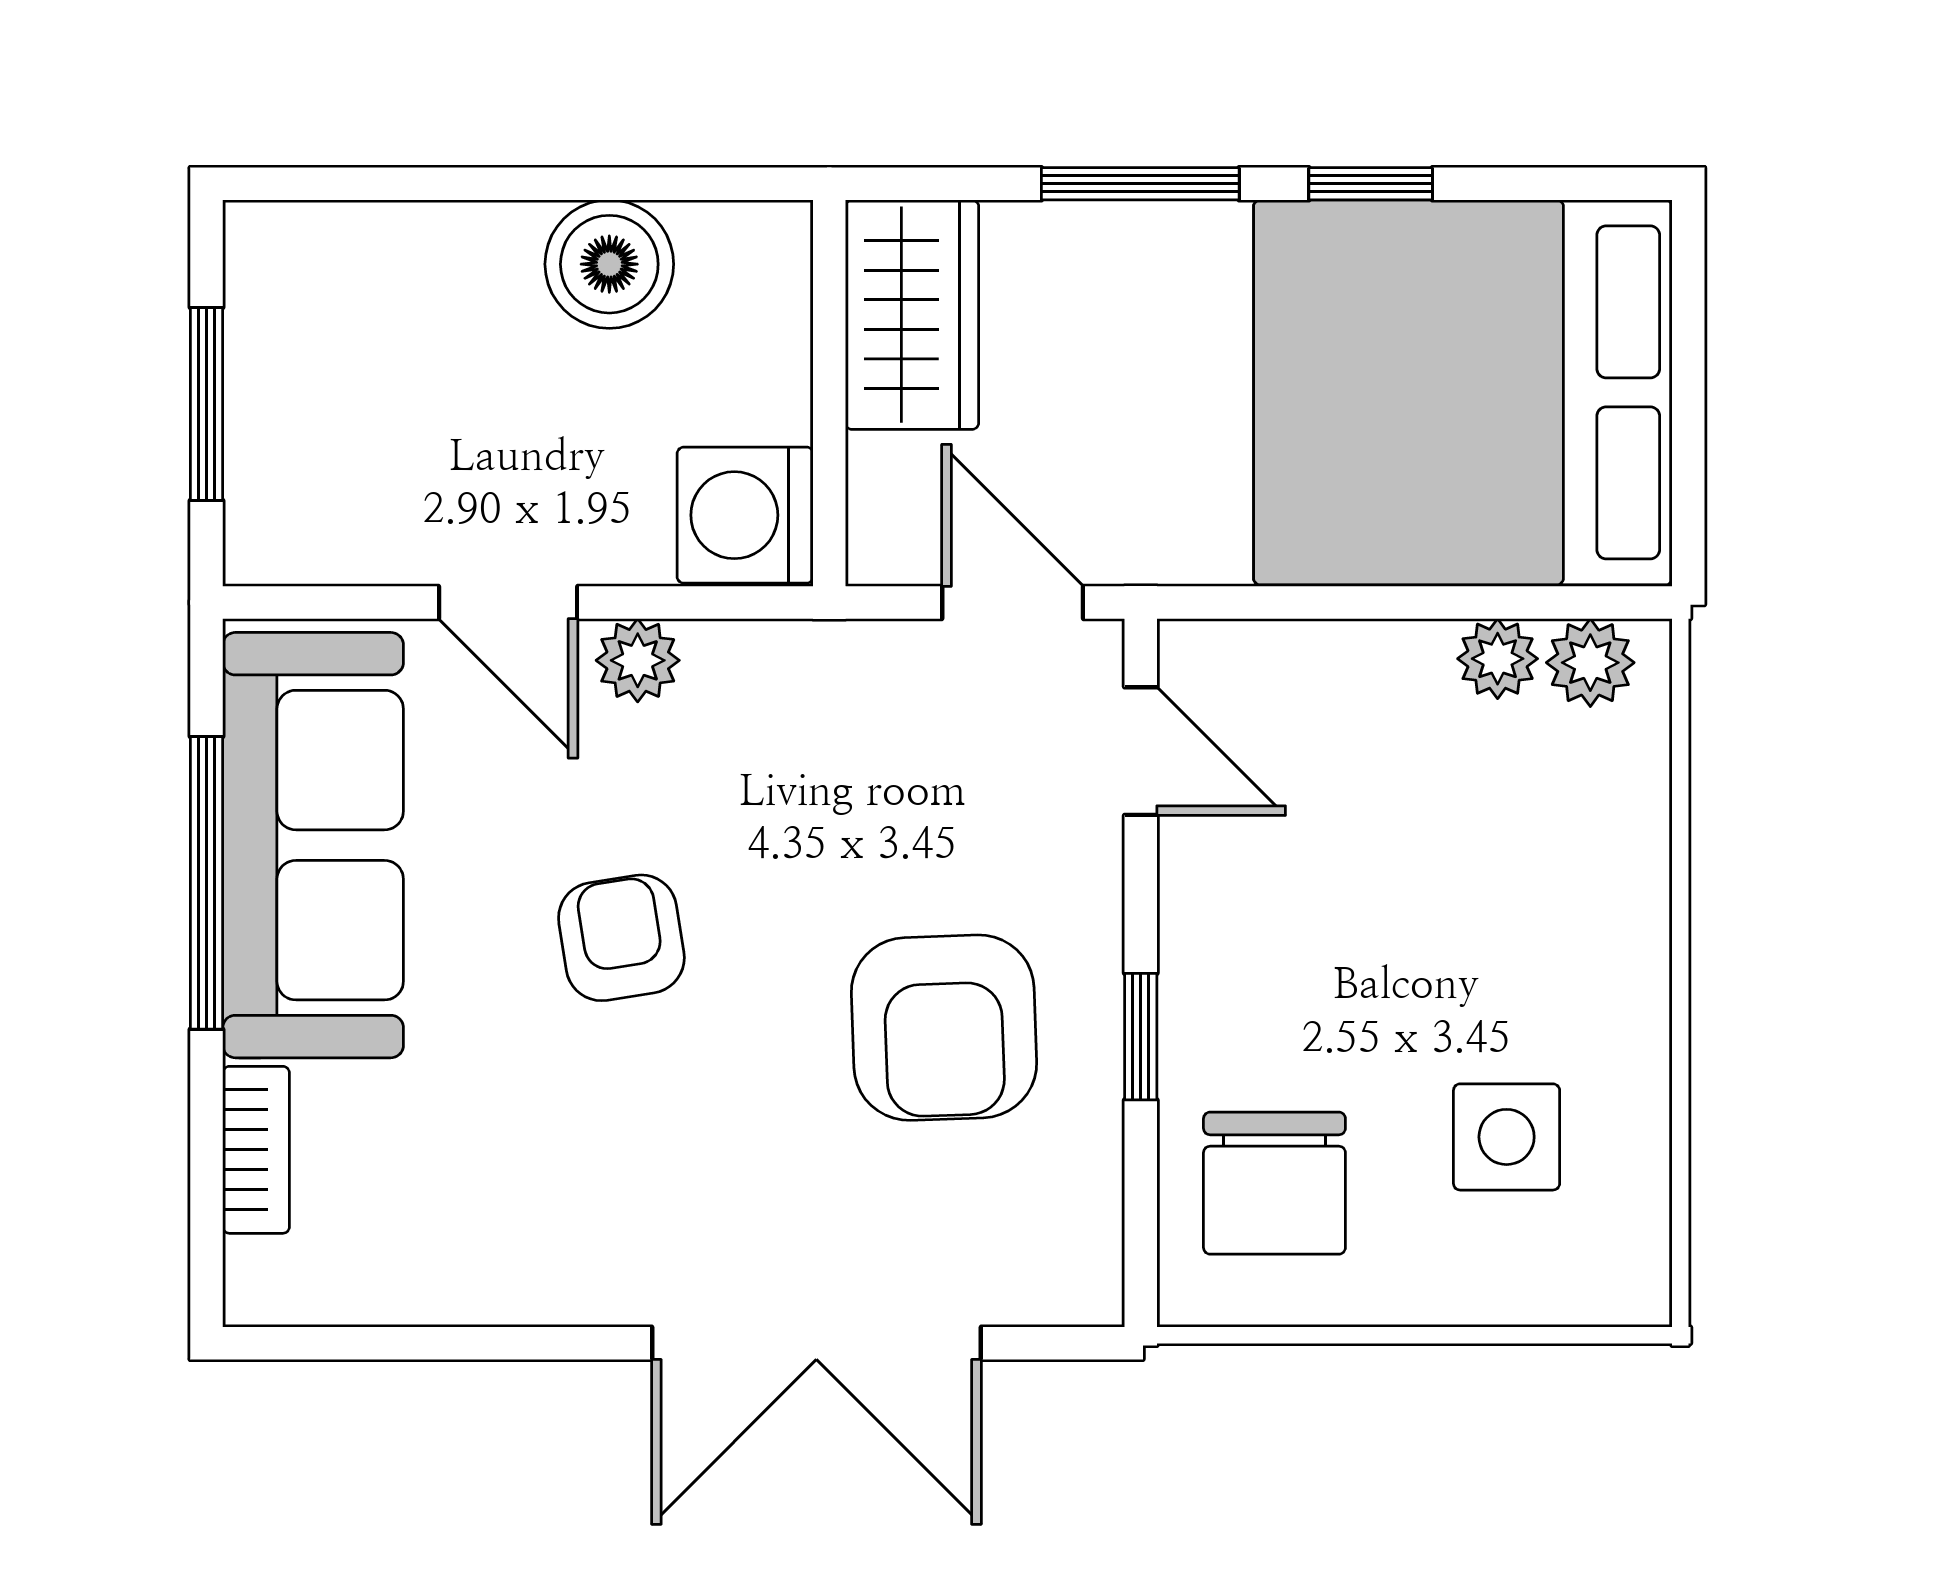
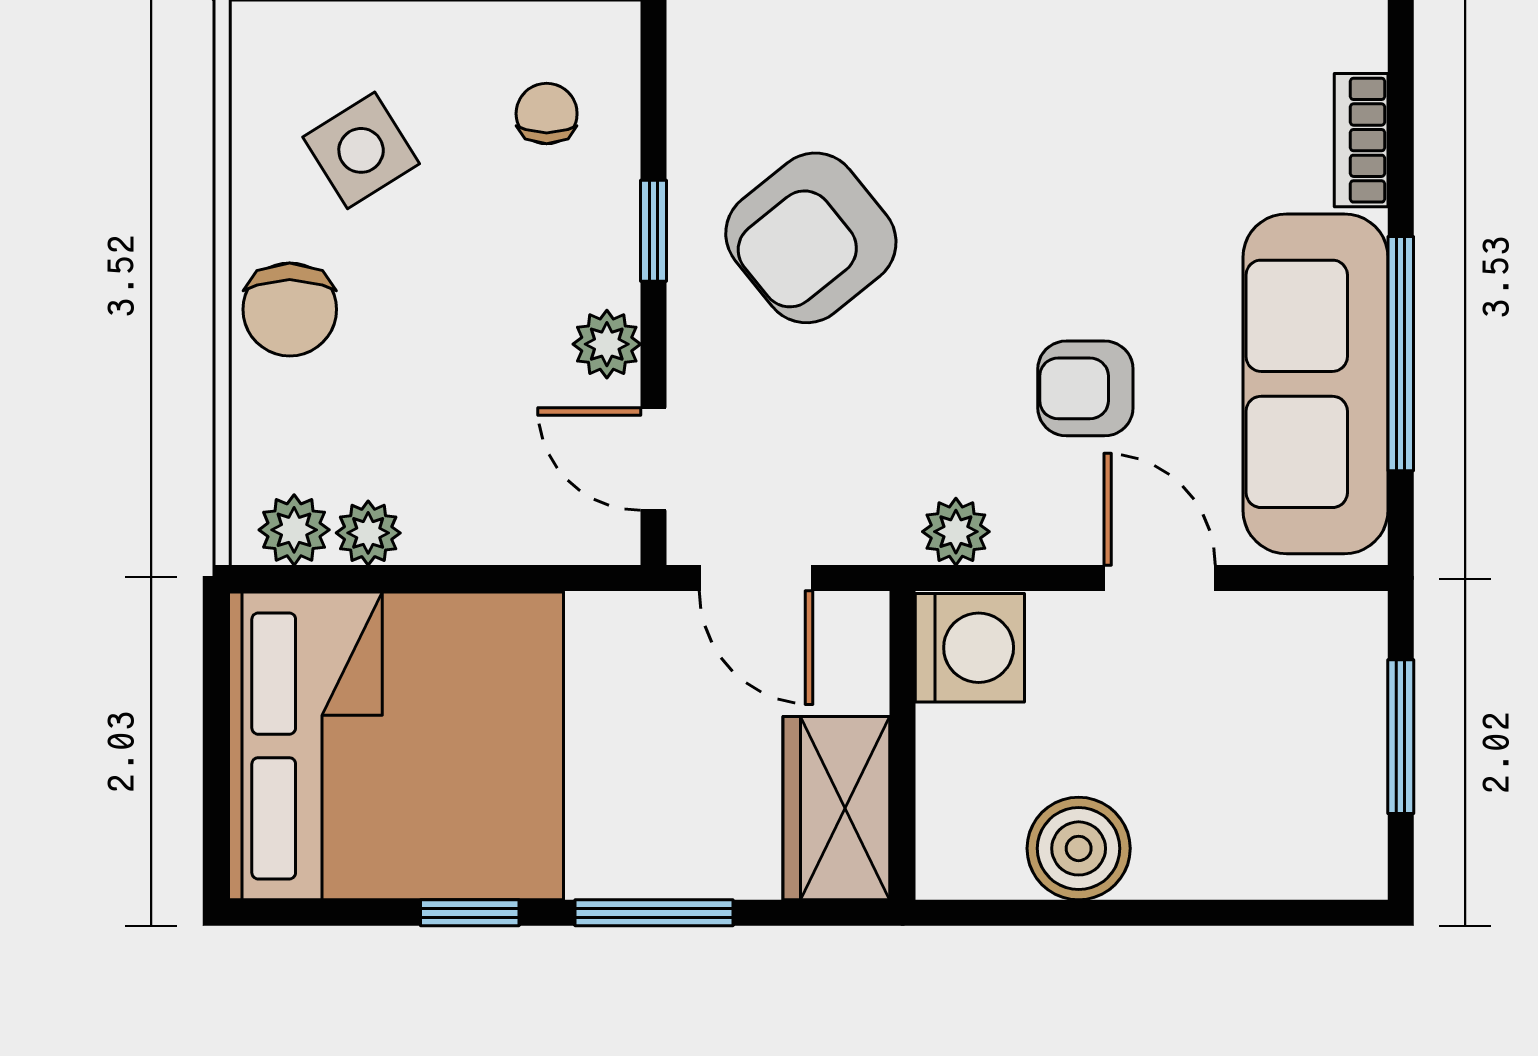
plant: (638, 660) -> (956, 532), moved
plant: (1199, 895) -> (607, 344), added
armchair: (621, 938) -> (1085, 388), moved, turned 99
chair: (1596, 938) -> (290, 309), added
armchair: (944, 1028) -> (811, 238), turned -127
side table: (1507, 1137) -> (361, 150), turned -32
chair: (1274, 1183) -> (547, 114), width x0.54, depth x0.54

